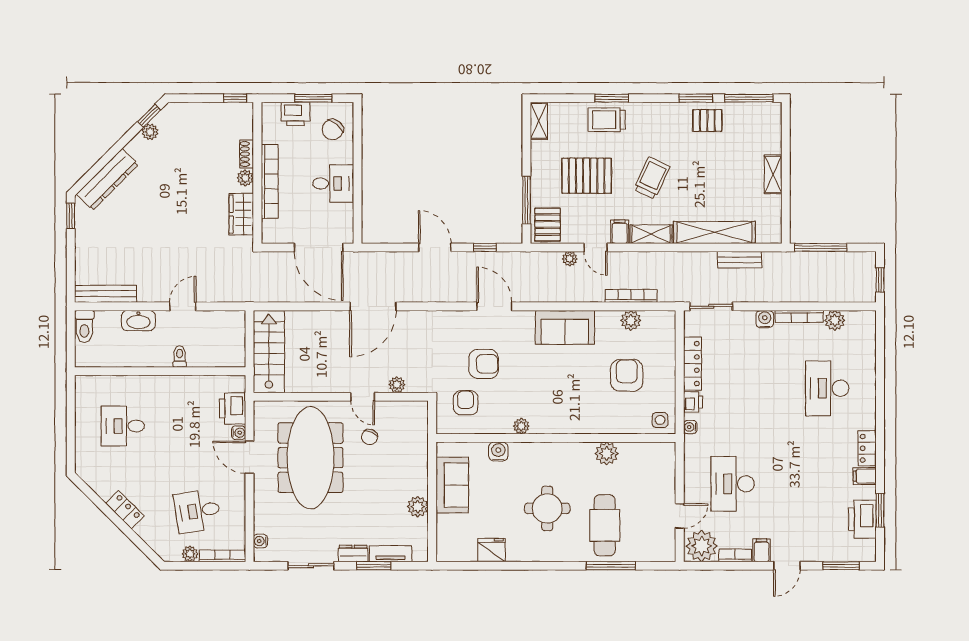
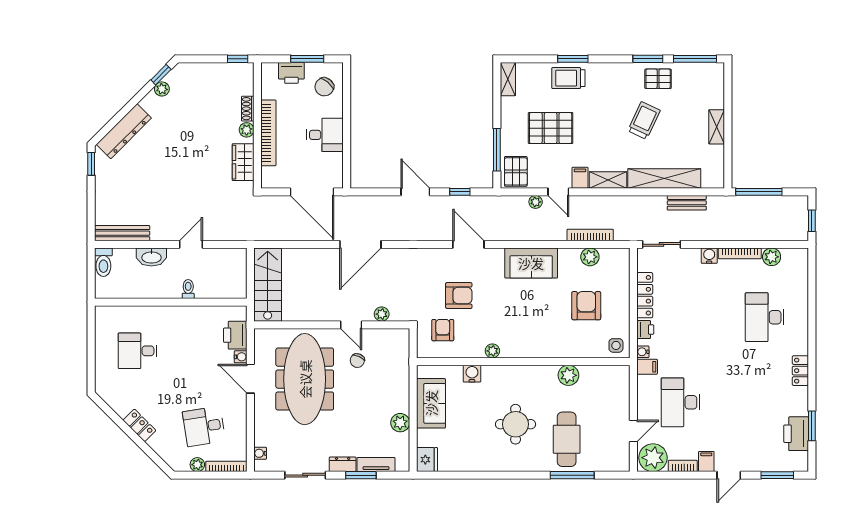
trolley: (652, 178) -> (644, 120), moved
filing cabinet: (865, 476) -> (647, 367), moved, turned 180
fridge: (492, 550) -> (427, 460), moved, turned 90

